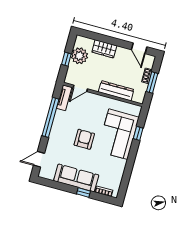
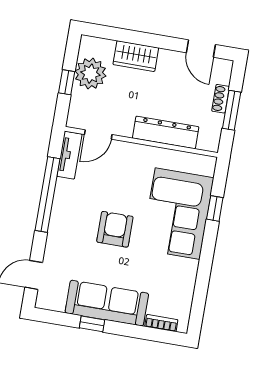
window: (83, 193) -> (92, 324), moved

